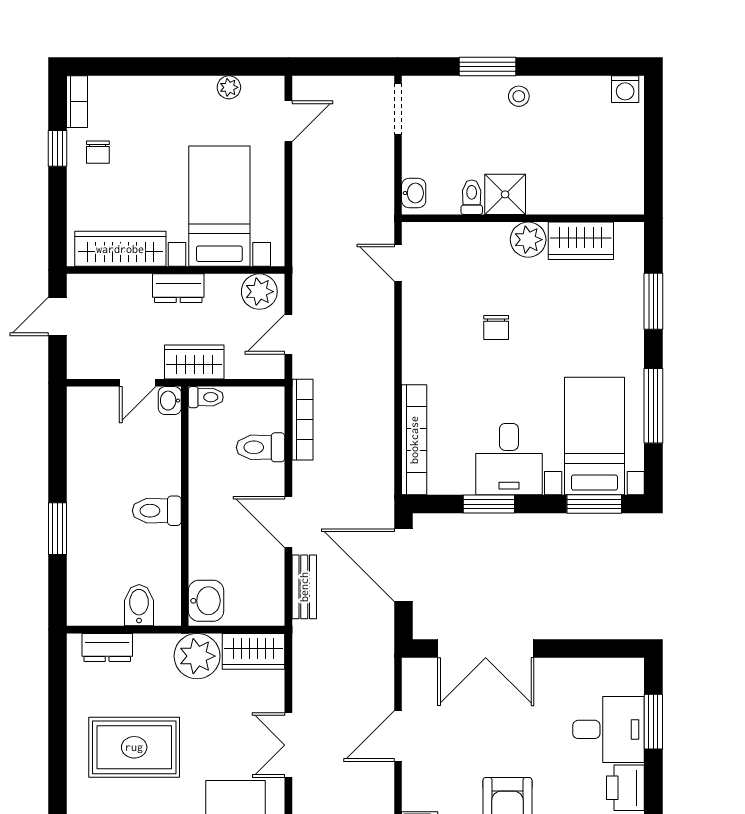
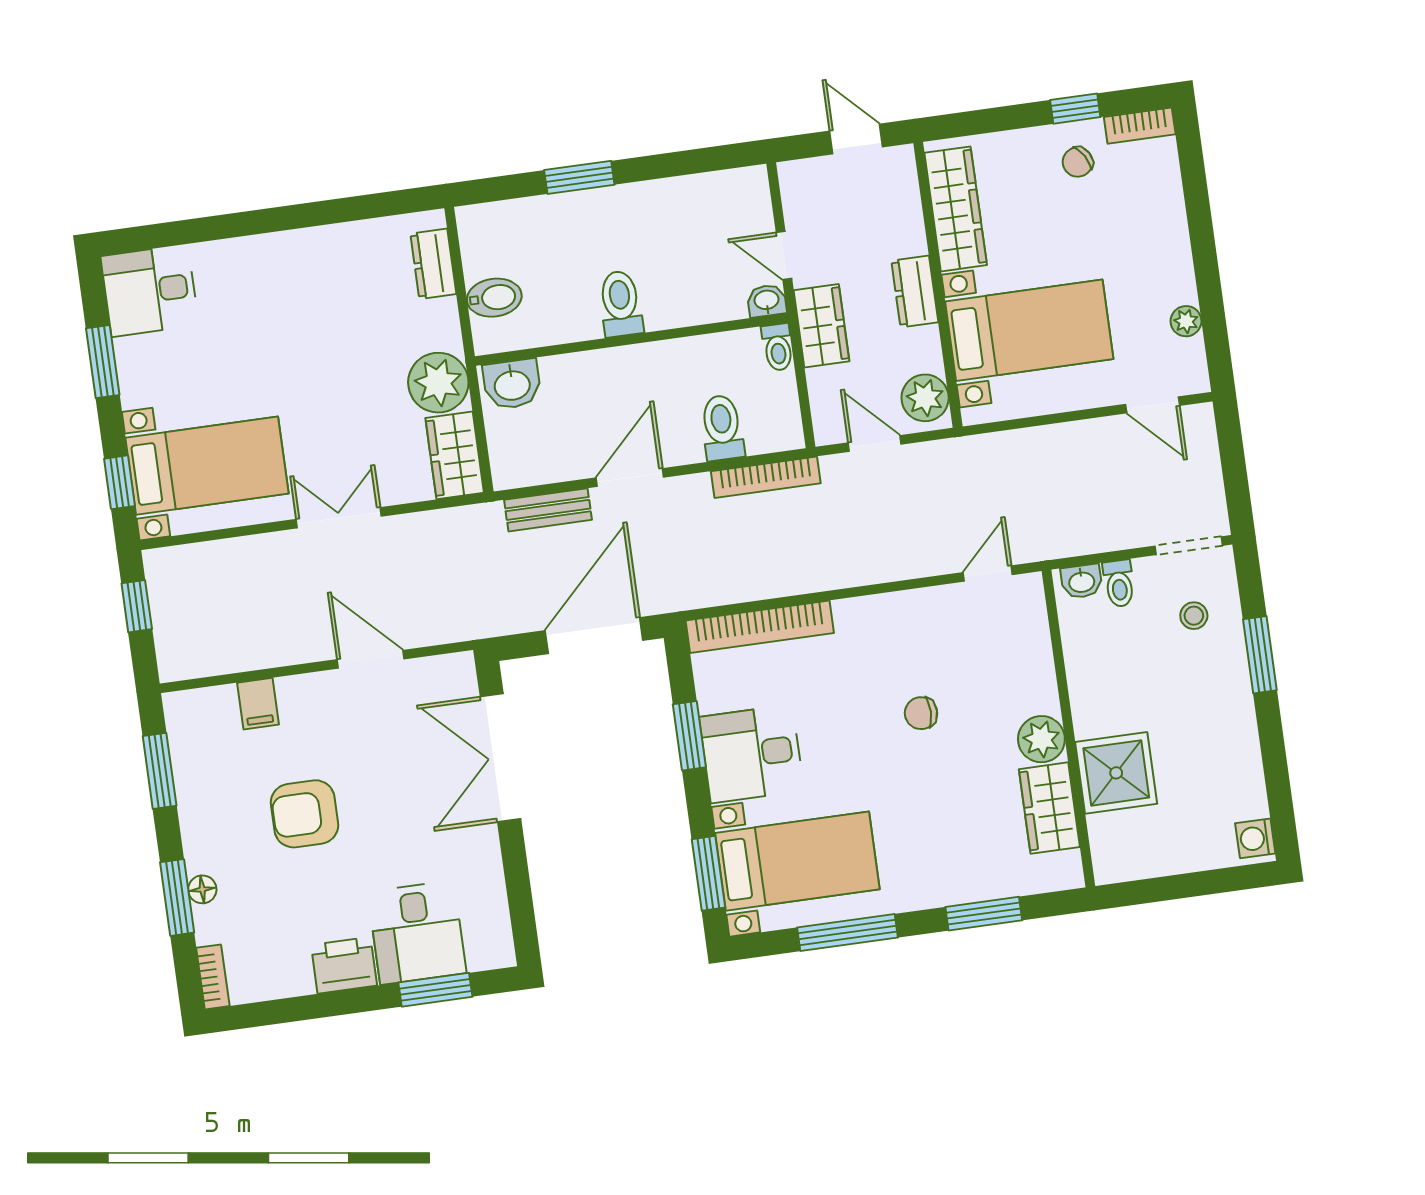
stool: (519, 96) -> (1194, 616), moved
chair: (98, 152) -> (1078, 162), turned -31
shower: (505, 194) -> (1116, 773), moved, width x1.36, depth x1.36
toilet: (472, 197) -> (1119, 583), moved, turned 90
rug: (134, 747) -> (308, 317), removed

